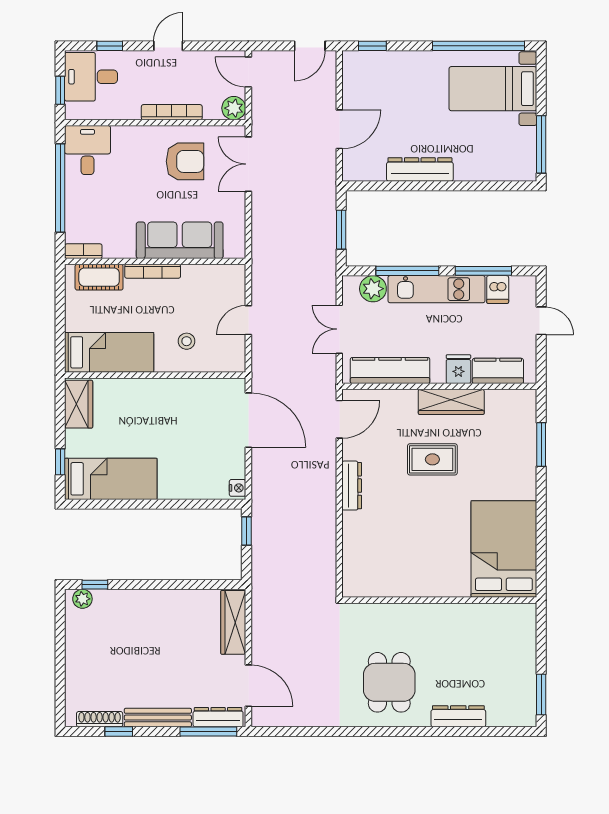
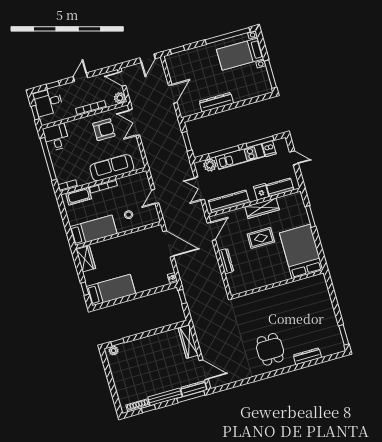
bed: (504, 549) -> (301, 251), moved
wall: (439, 600) -> (277, 284), moved

